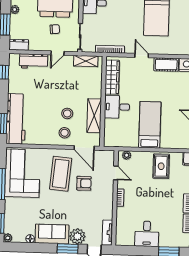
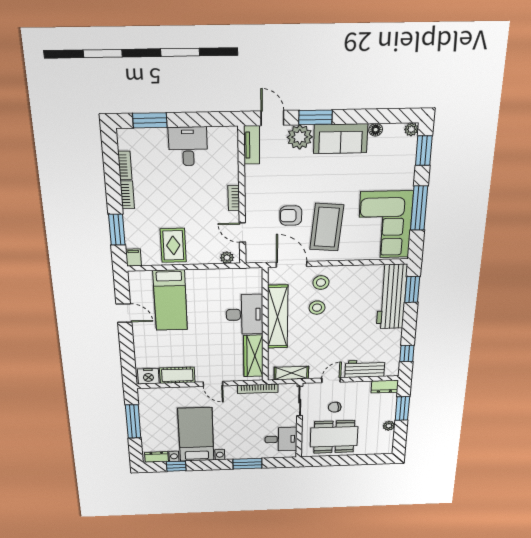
desk: (117, 107) -> (245, 314), width x1.37
shelving: (94, 116) -> (278, 317), width x1.47
bed: (150, 125) -> (170, 300), moved

